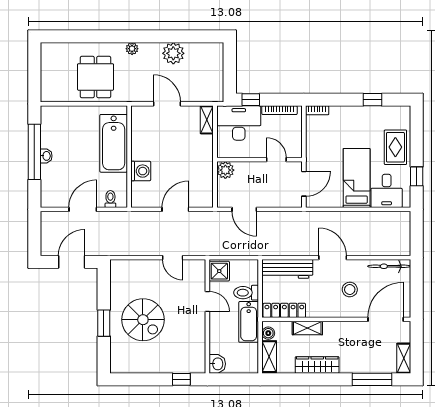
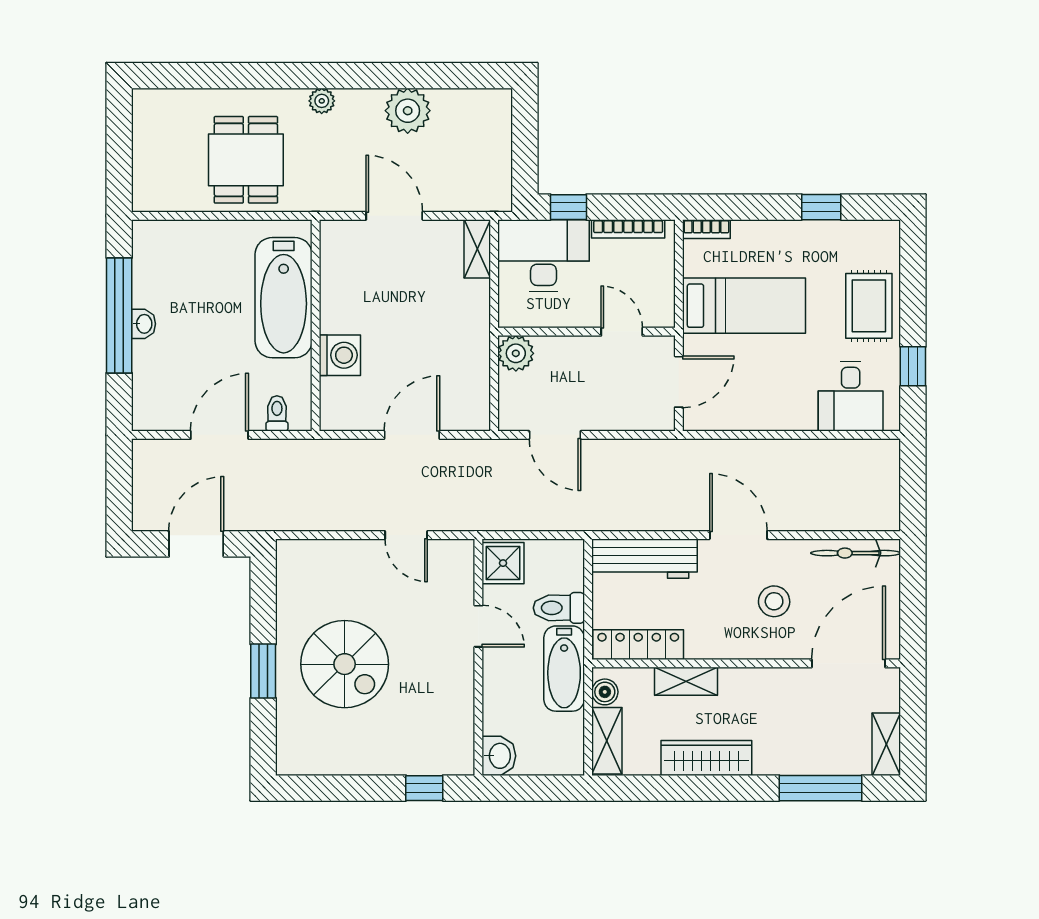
bed: (357, 178) -> (744, 306), moved, turned 90

